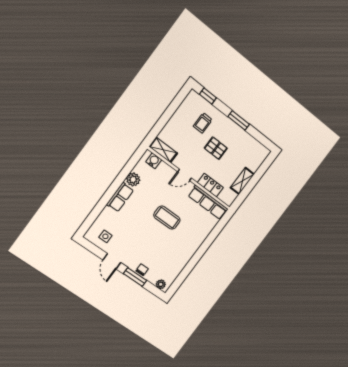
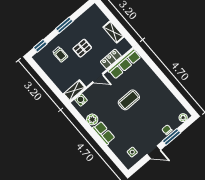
door: (184, 175) -> (98, 78), hinge flipped

